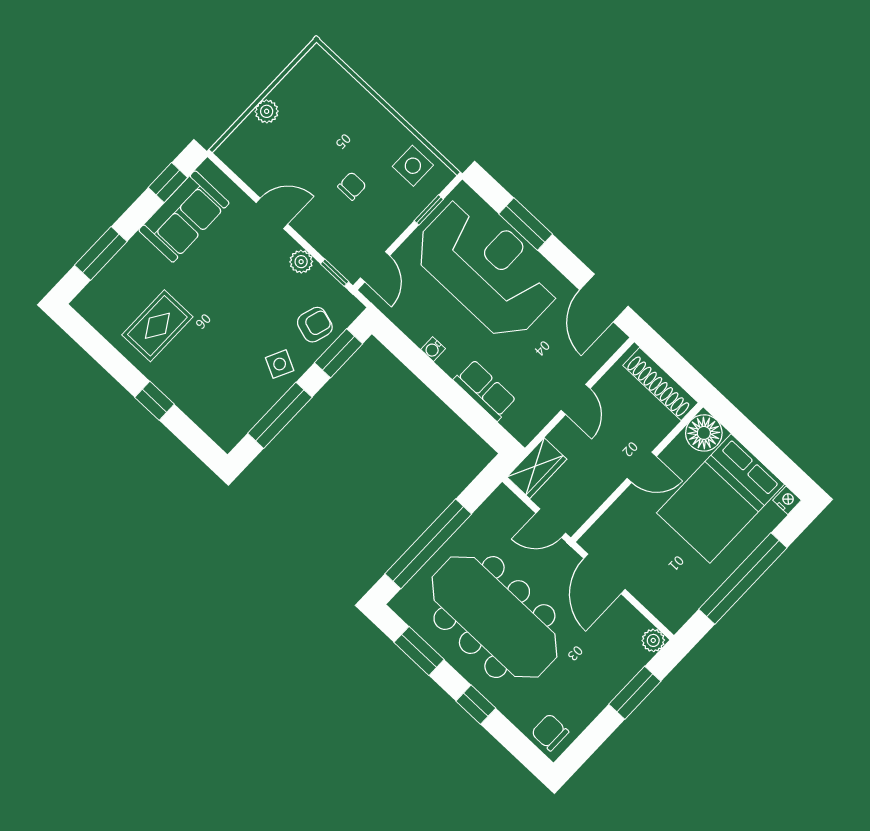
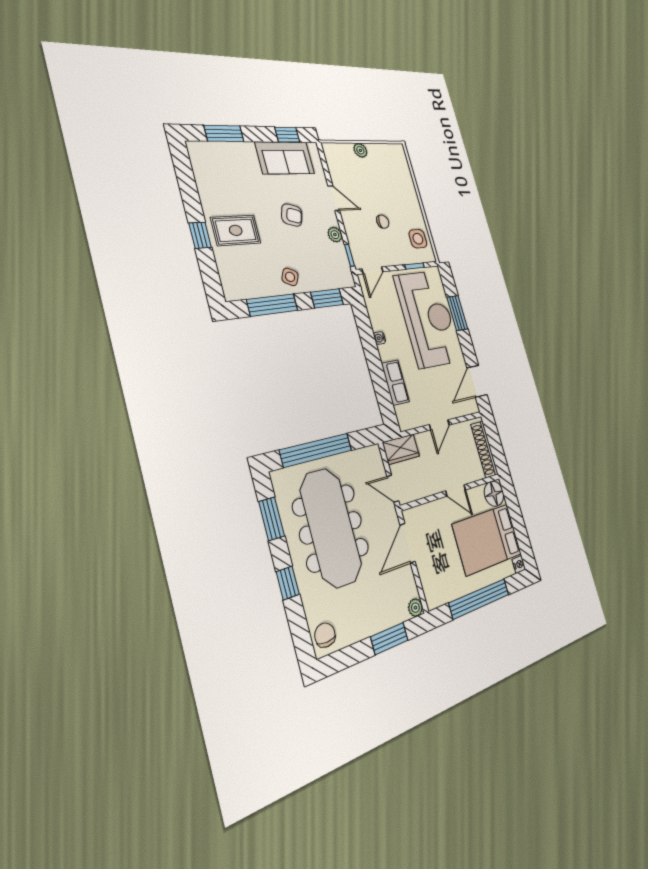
armchair: (315, 325) -> (292, 215), moved
rug: (157, 326) -> (236, 230), moved

